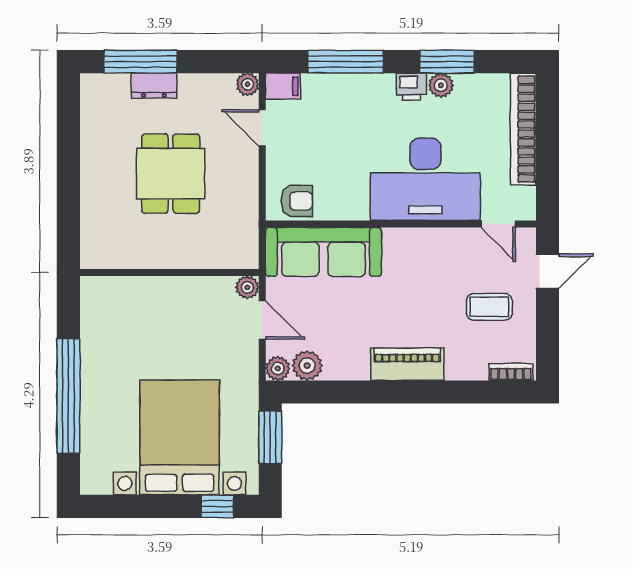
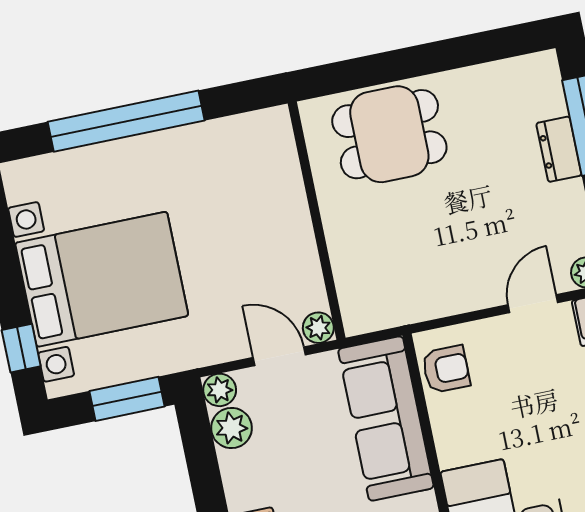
dining table: (171, 174) -> (389, 134), moved
armchair: (297, 201) -> (446, 369), turned -90
door: (262, 320) -> (279, 356), swing flipped

